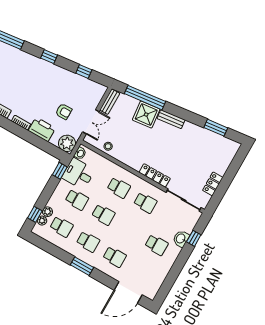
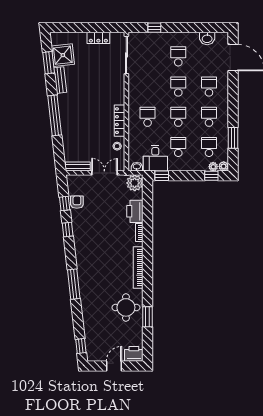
window: (49, 57) -> (68, 230), moved
window: (145, 98) -> (55, 115), moved
armchair: (64, 112) -> (77, 202), moved
shower: (146, 115) -> (63, 55), moved
bench: (171, 119) -> (60, 80), moved
locker: (155, 175) -> (120, 121), moved
school desk: (145, 203) -> (178, 87), moved
plant: (47, 212) -> (224, 166), moved
washbasin: (181, 239) -> (207, 38), moved
window: (82, 266) -> (233, 138), moved

